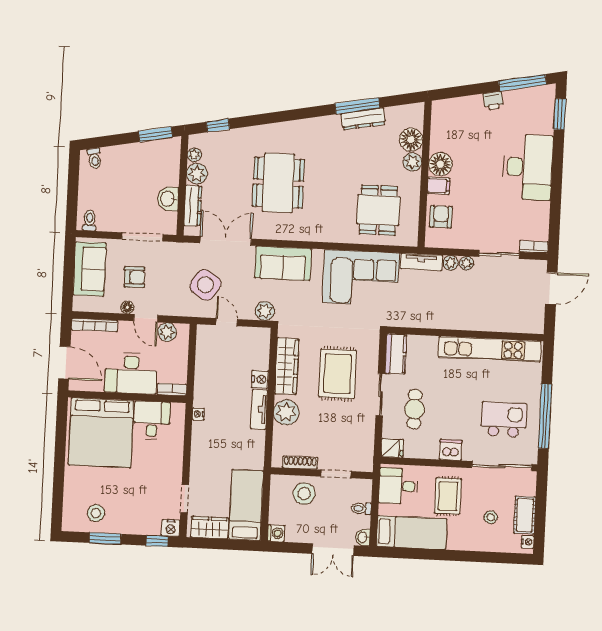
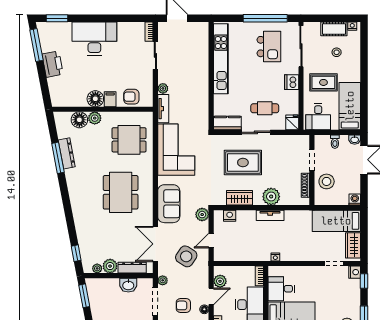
printer: (493, 101) -> (53, 64), width x1.87, depth x1.48
dining table: (278, 183) -> (121, 192), moved, turned 90
plant: (466, 263) -> (163, 280), moved
armchair: (134, 277) -> (183, 305), turned -88
wardrobe: (287, 366) -> (239, 198), width x0.67
nightstand: (260, 379) -> (230, 216), moved
kitchen island: (504, 420) -> (269, 47), turned 180

